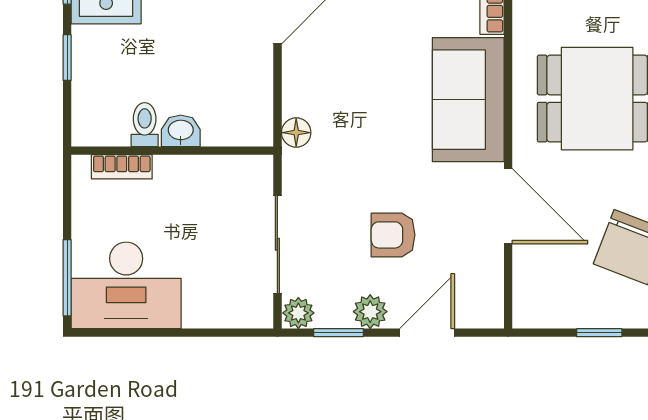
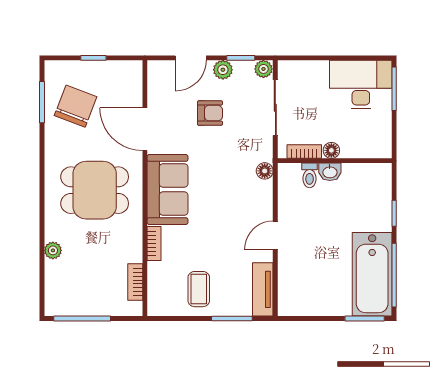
toilet: (145, 125) -> (310, 175), moved
bookcase: (122, 167) -> (304, 152), moved
floor lamp: (178, 169) -> (331, 150), added

